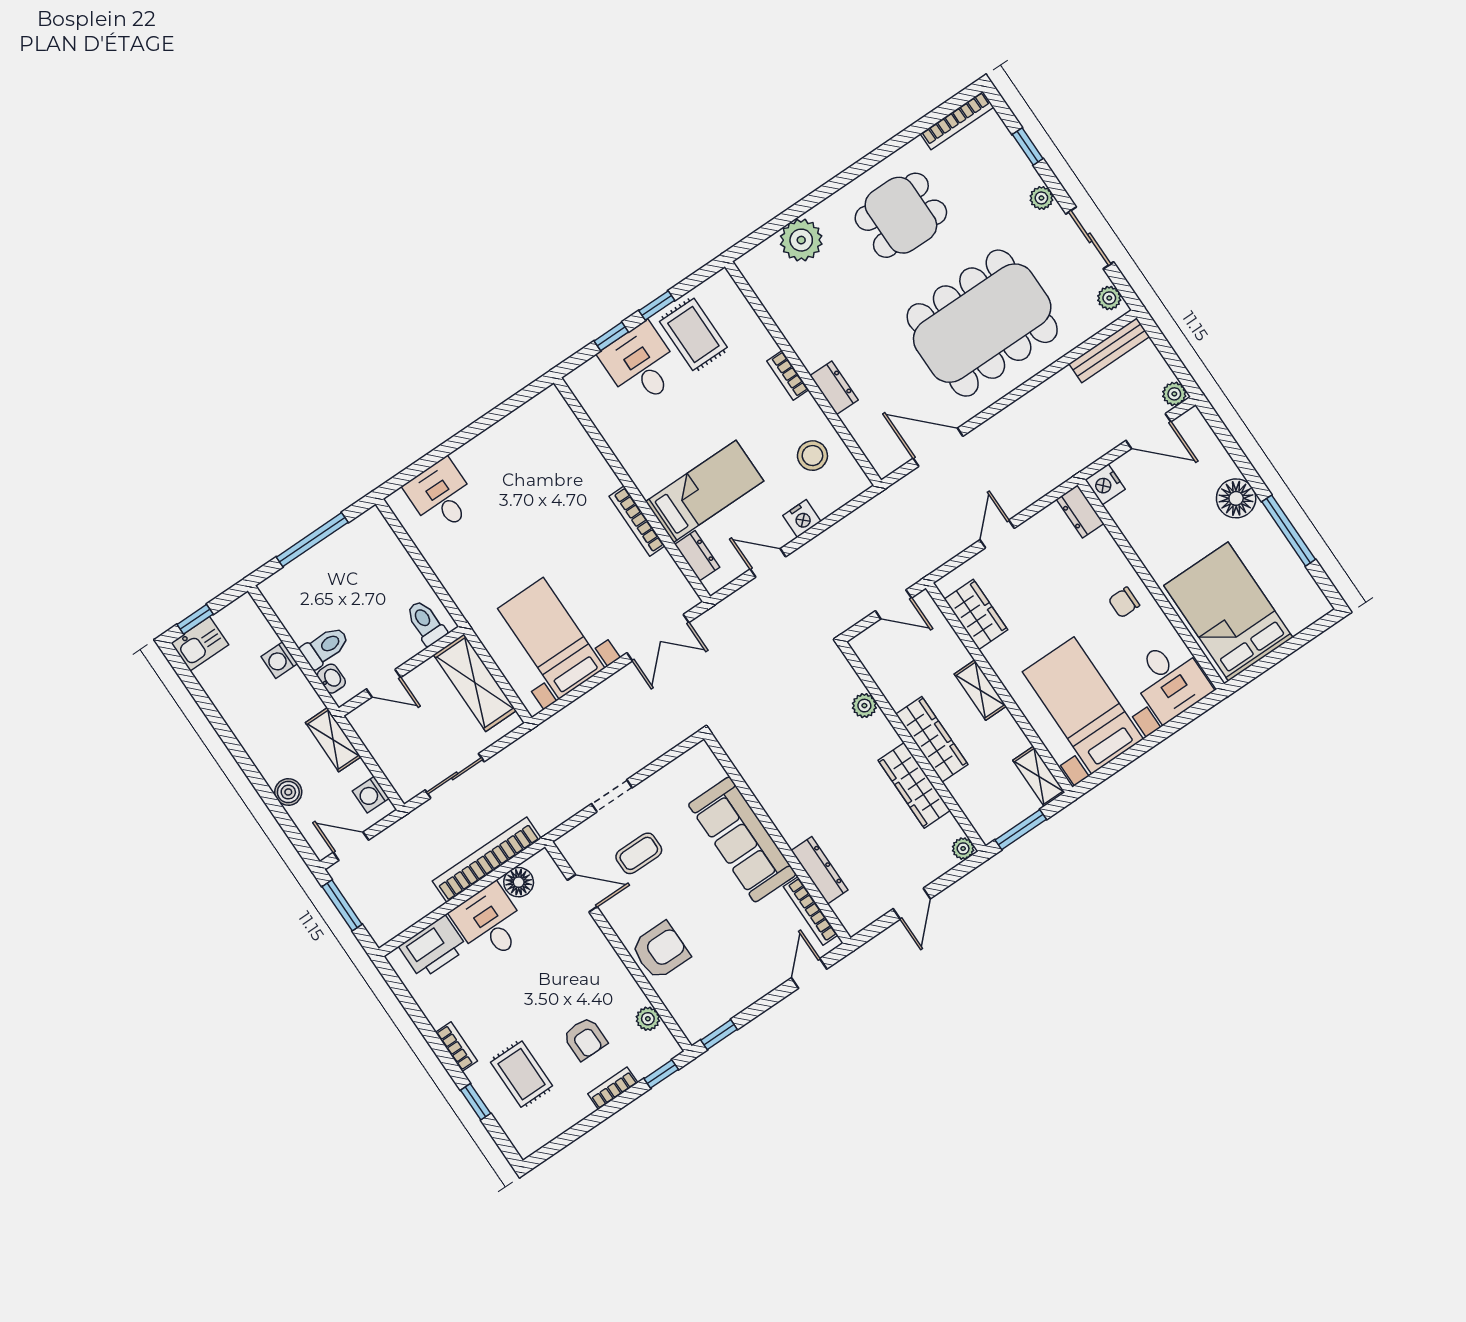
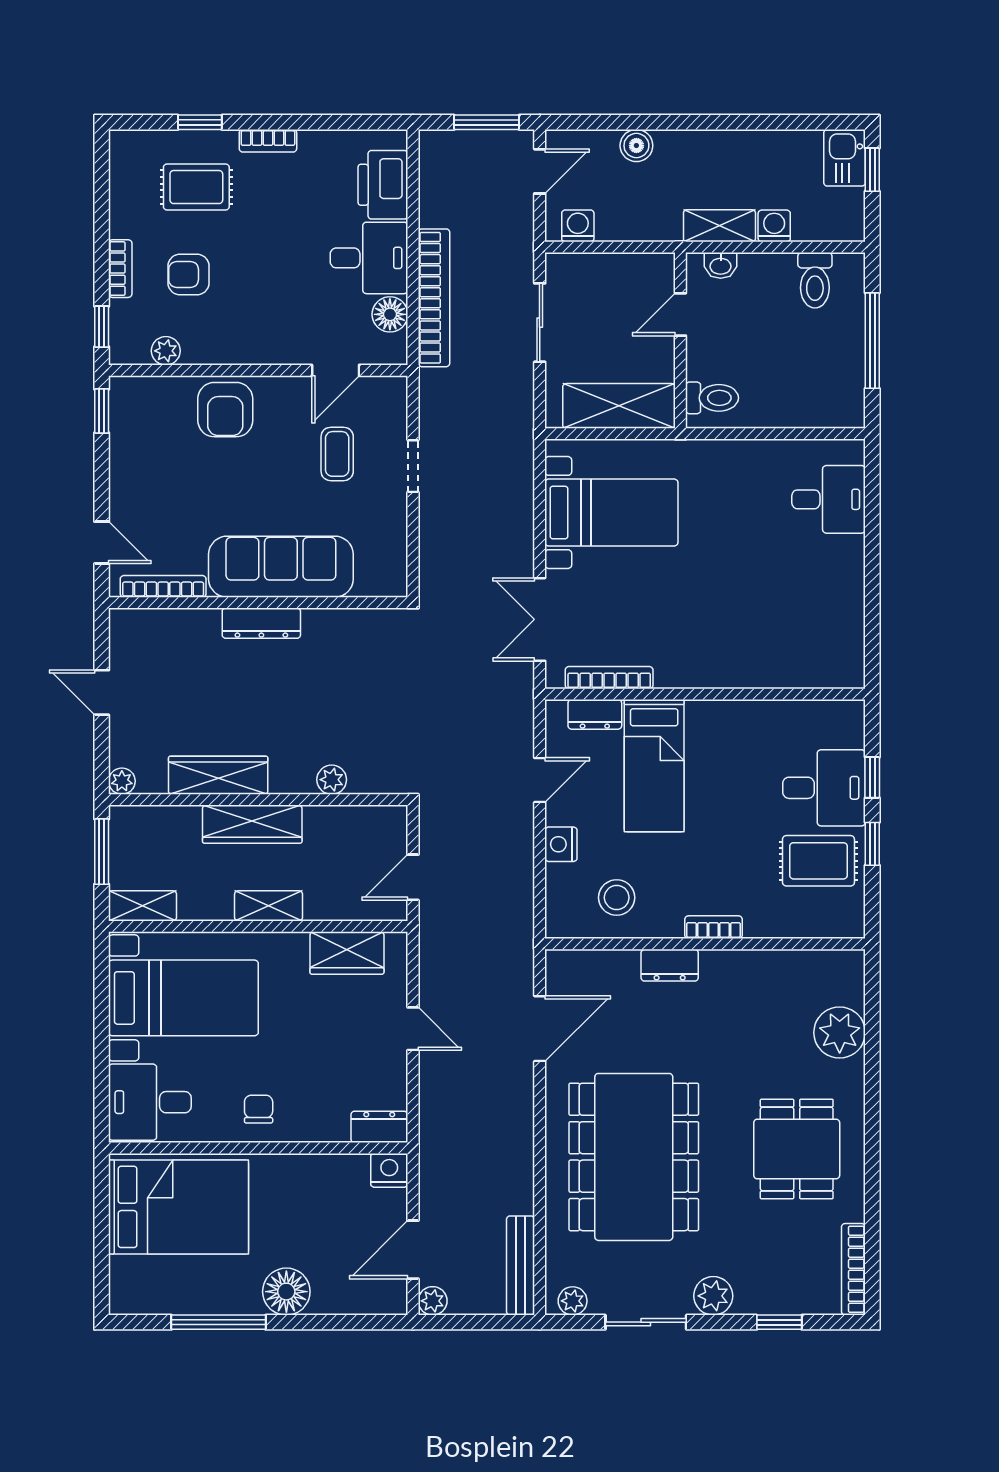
plant: (1041, 198) -> (713, 1296), width x1.38, depth x1.38
bookcase: (637, 521) -> (609, 678), moved
toilet: (325, 647) -> (815, 280), moved
shelving: (333, 740) -> (719, 226), moved
dresser: (820, 870) -> (261, 623), moved

